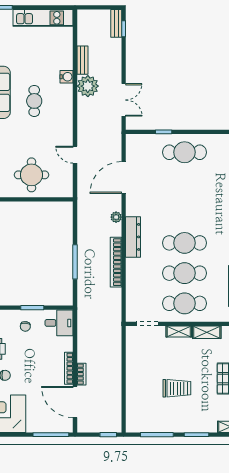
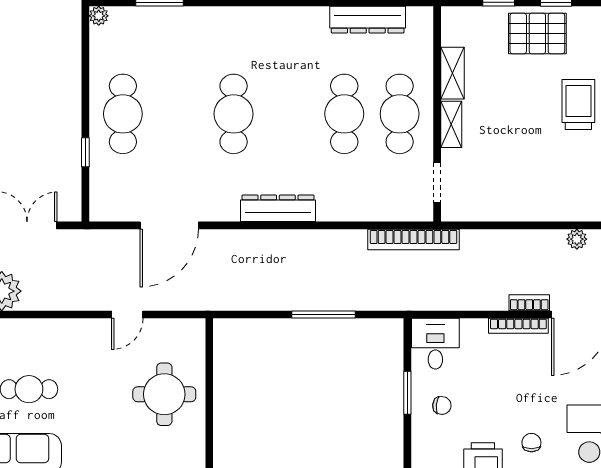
door: (124, 178) -> (169, 225), hinge flipped
plant: (116, 217) -> (577, 239), moved
cafe table: (185, 243) -> (234, 114), moved
bookcase: (116, 262) -> (413, 239), moved
trolley: (177, 388) -> (578, 104), moved

